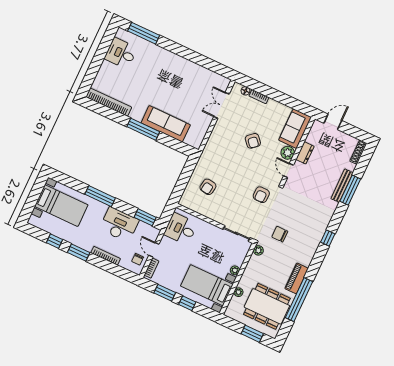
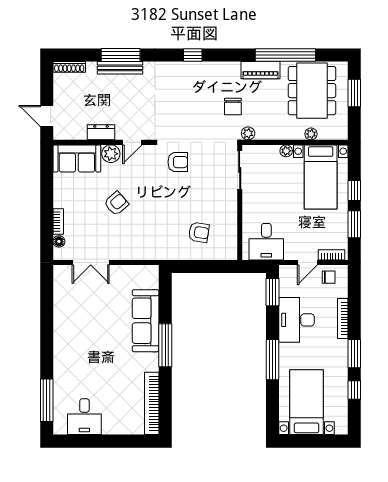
chair: (280, 234) -> (233, 106), moved

